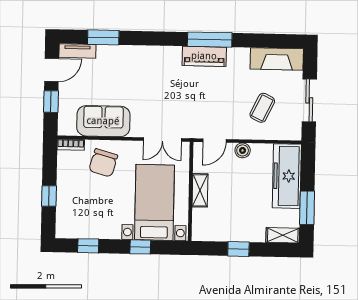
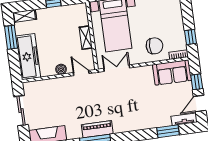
coffee table: (262, 108) -> (52, 100), removed
sofa: (103, 121) -> (172, 72), moved
door: (214, 141) -> (81, 73), hinge flipped
chair: (103, 163) -> (154, 46), turned 74
window: (49, 196) -> (191, 37), moved

